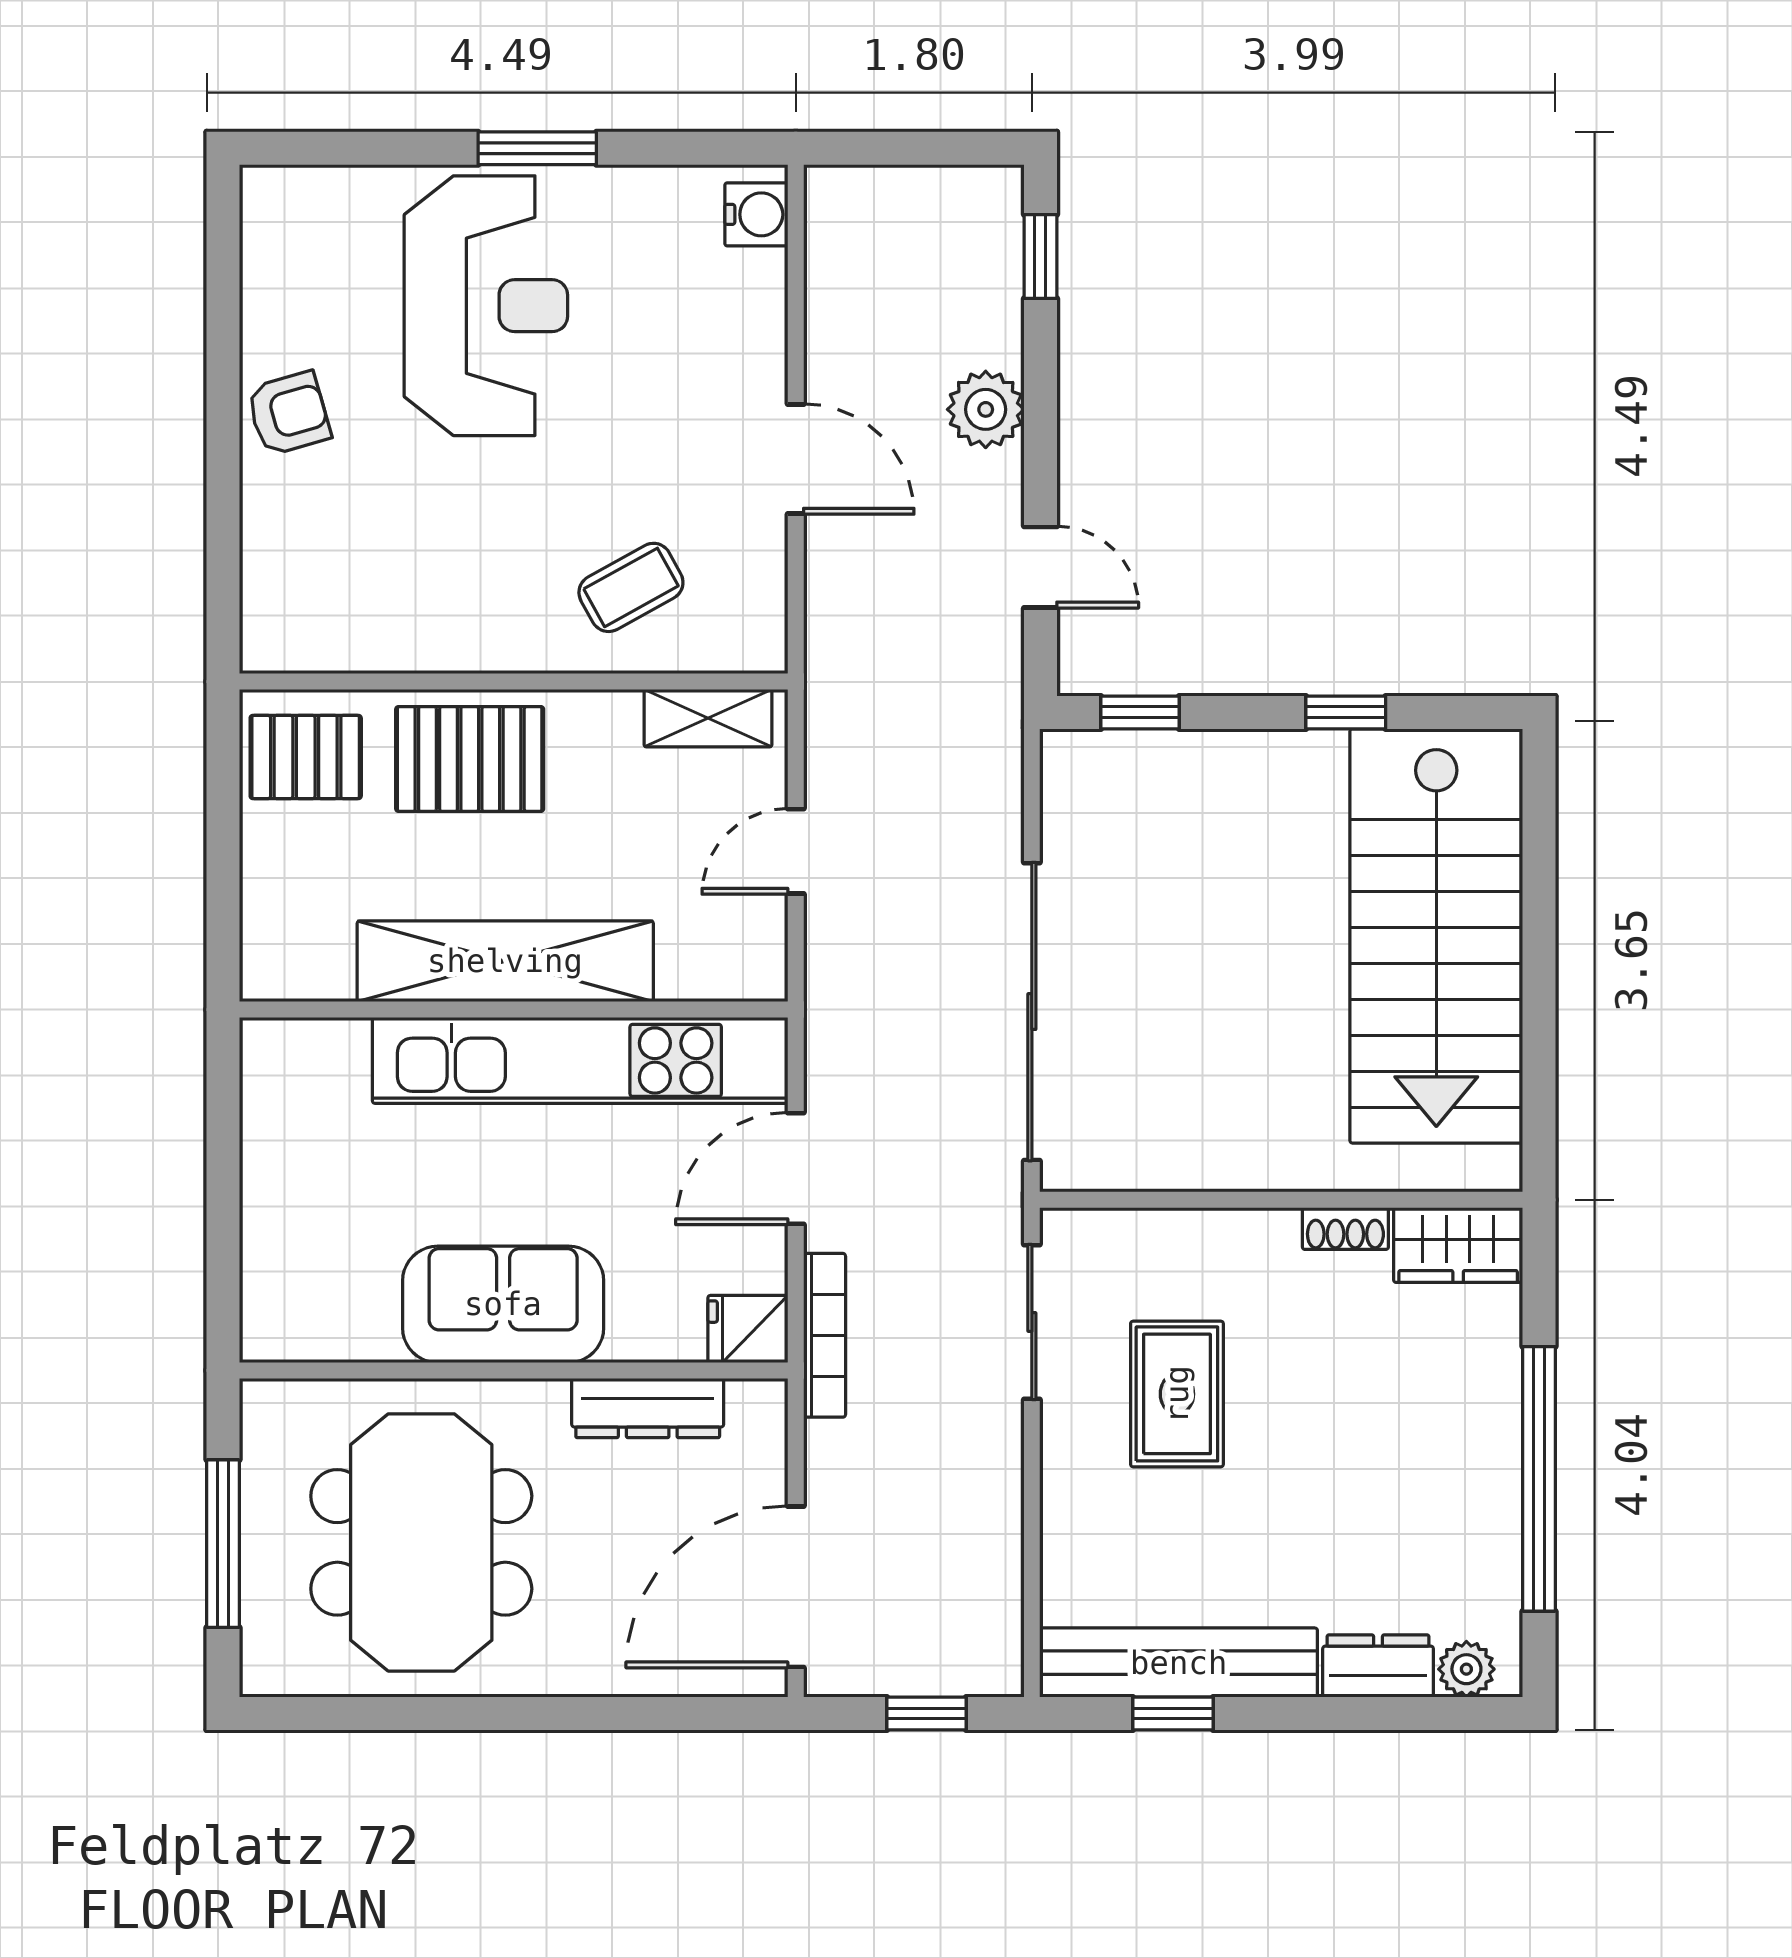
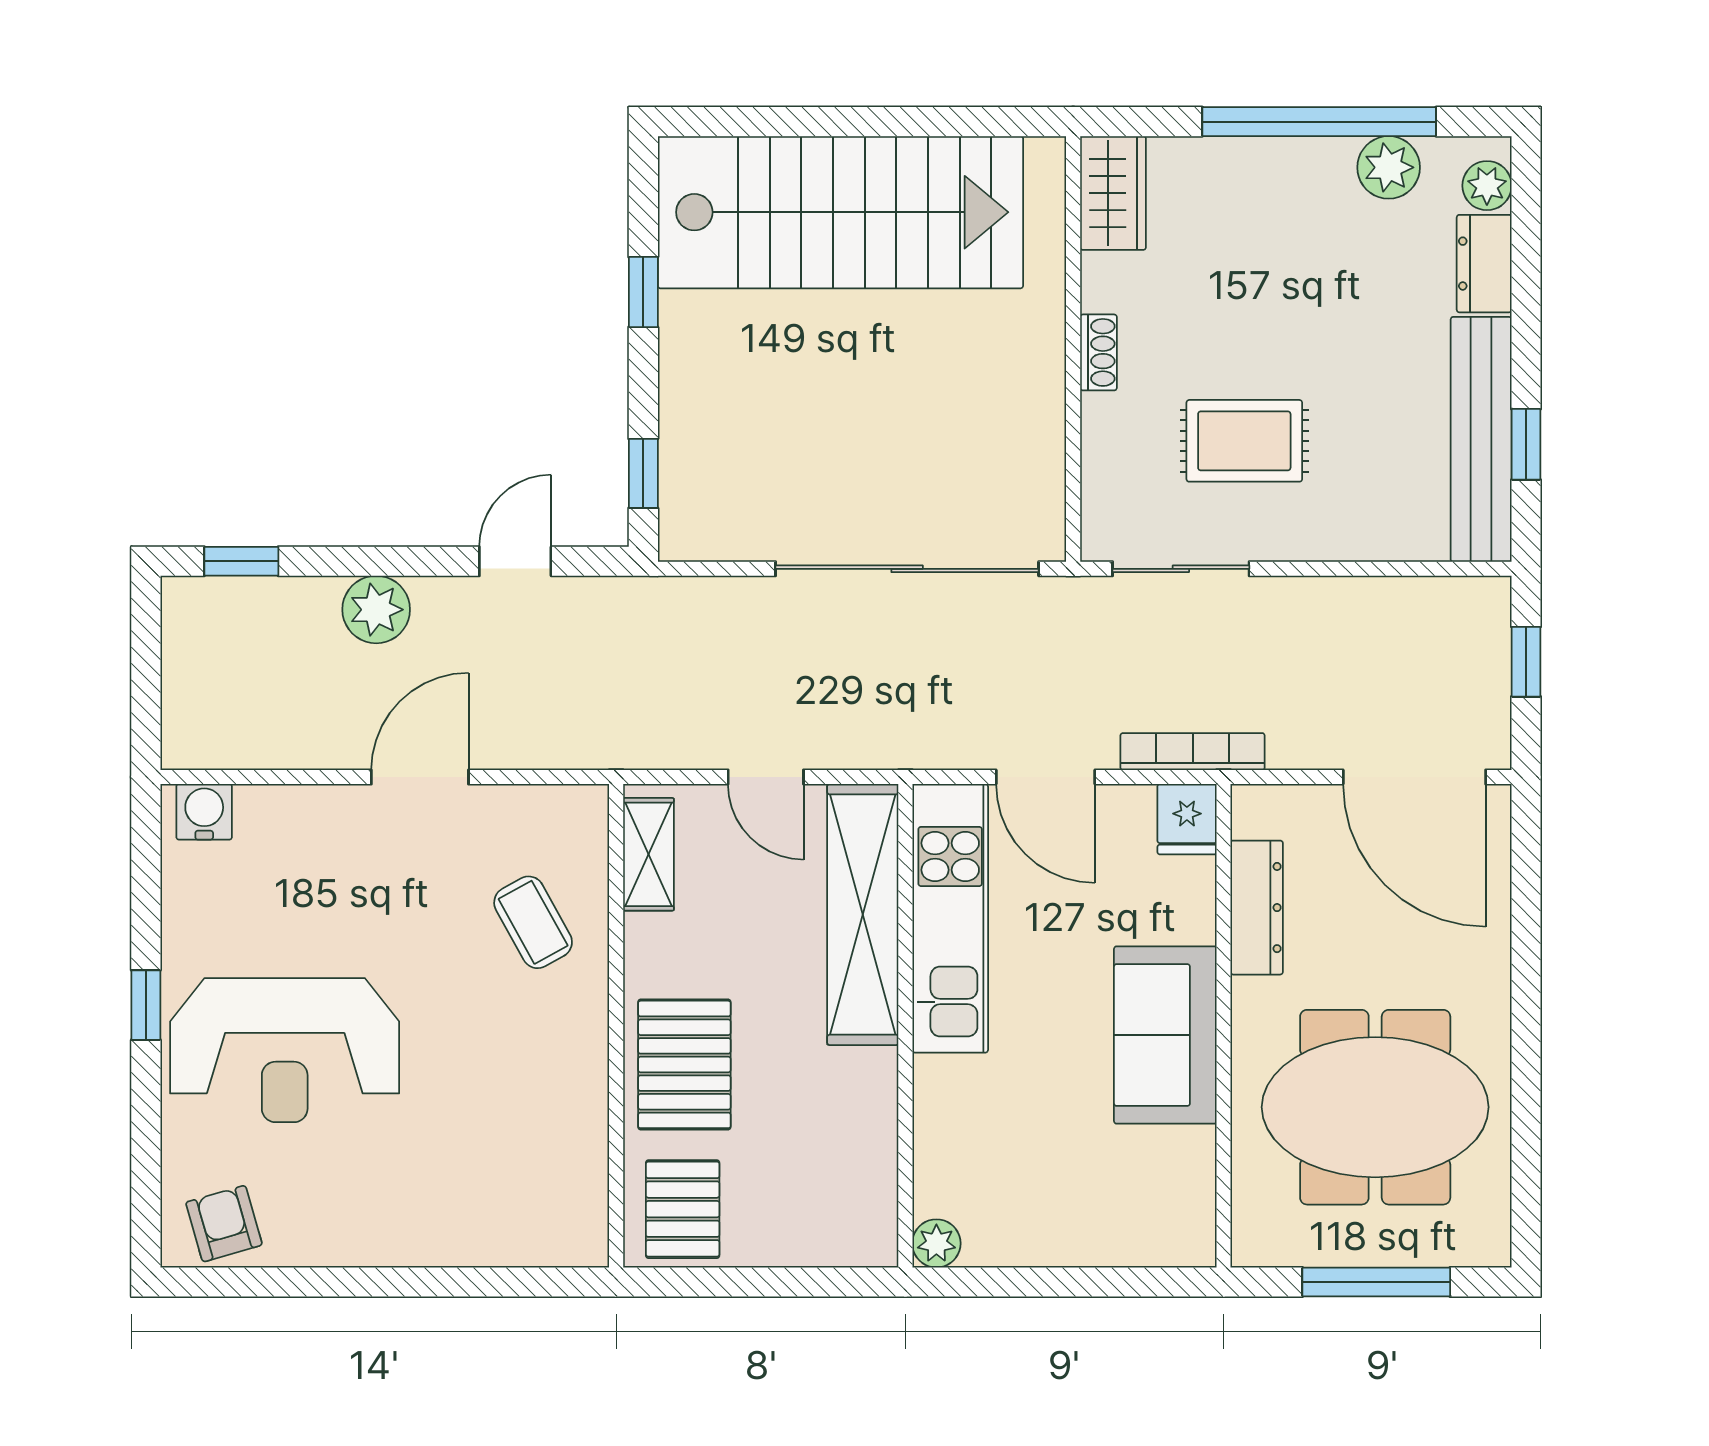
window: (537, 148) -> (146, 1005), width x0.67
reception desk: (486, 306) -> (285, 1050), turned 180
armchair: (289, 413) -> (224, 1224), moved
shelving: (505, 961) -> (863, 915), moved
plant: (267, 1045) -> (936, 1243), added
kitchen unit: (580, 1060) -> (950, 918), width x0.73
shoe rack: (1345, 1229) -> (1098, 352), moved
plant: (1487, 1558) -> (1389, 167), added

